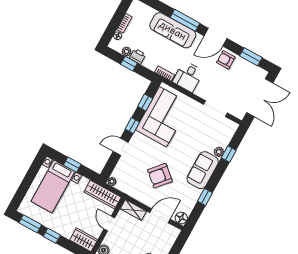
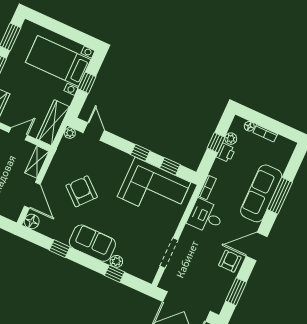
window: (185, 20) -> (280, 196), moved
door: (216, 37) -> (257, 246), hinge flipped
door: (121, 147) -> (94, 132), moved

